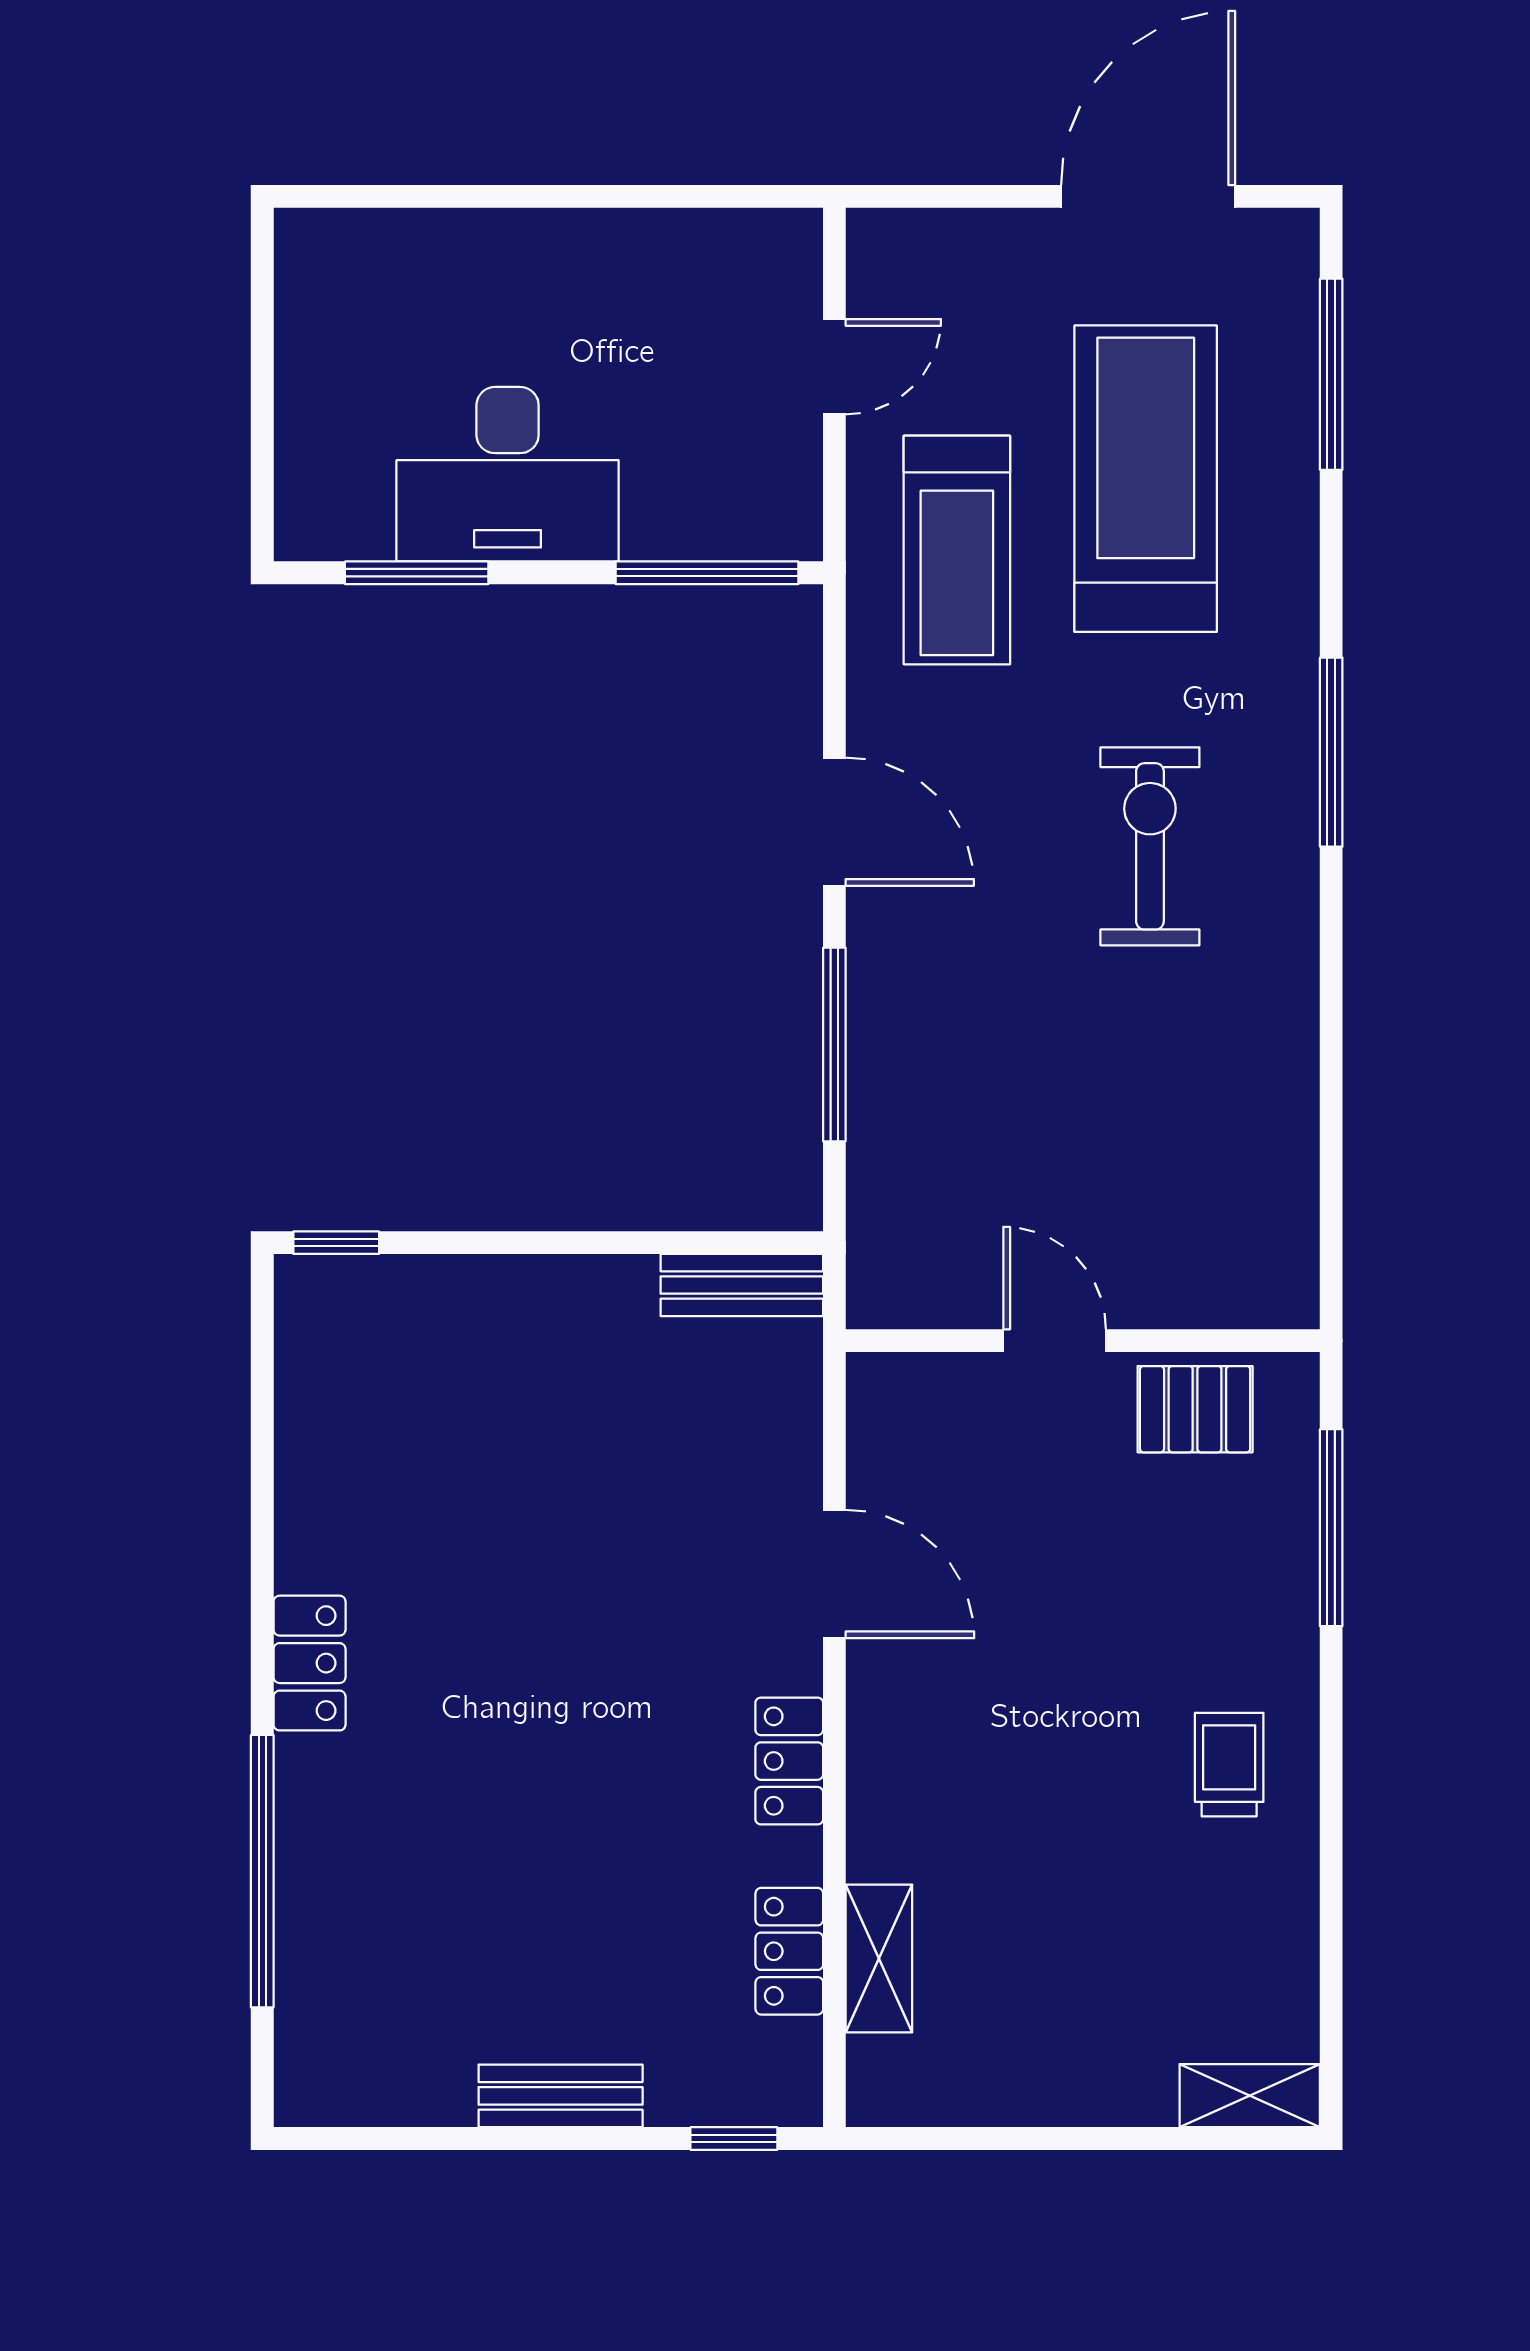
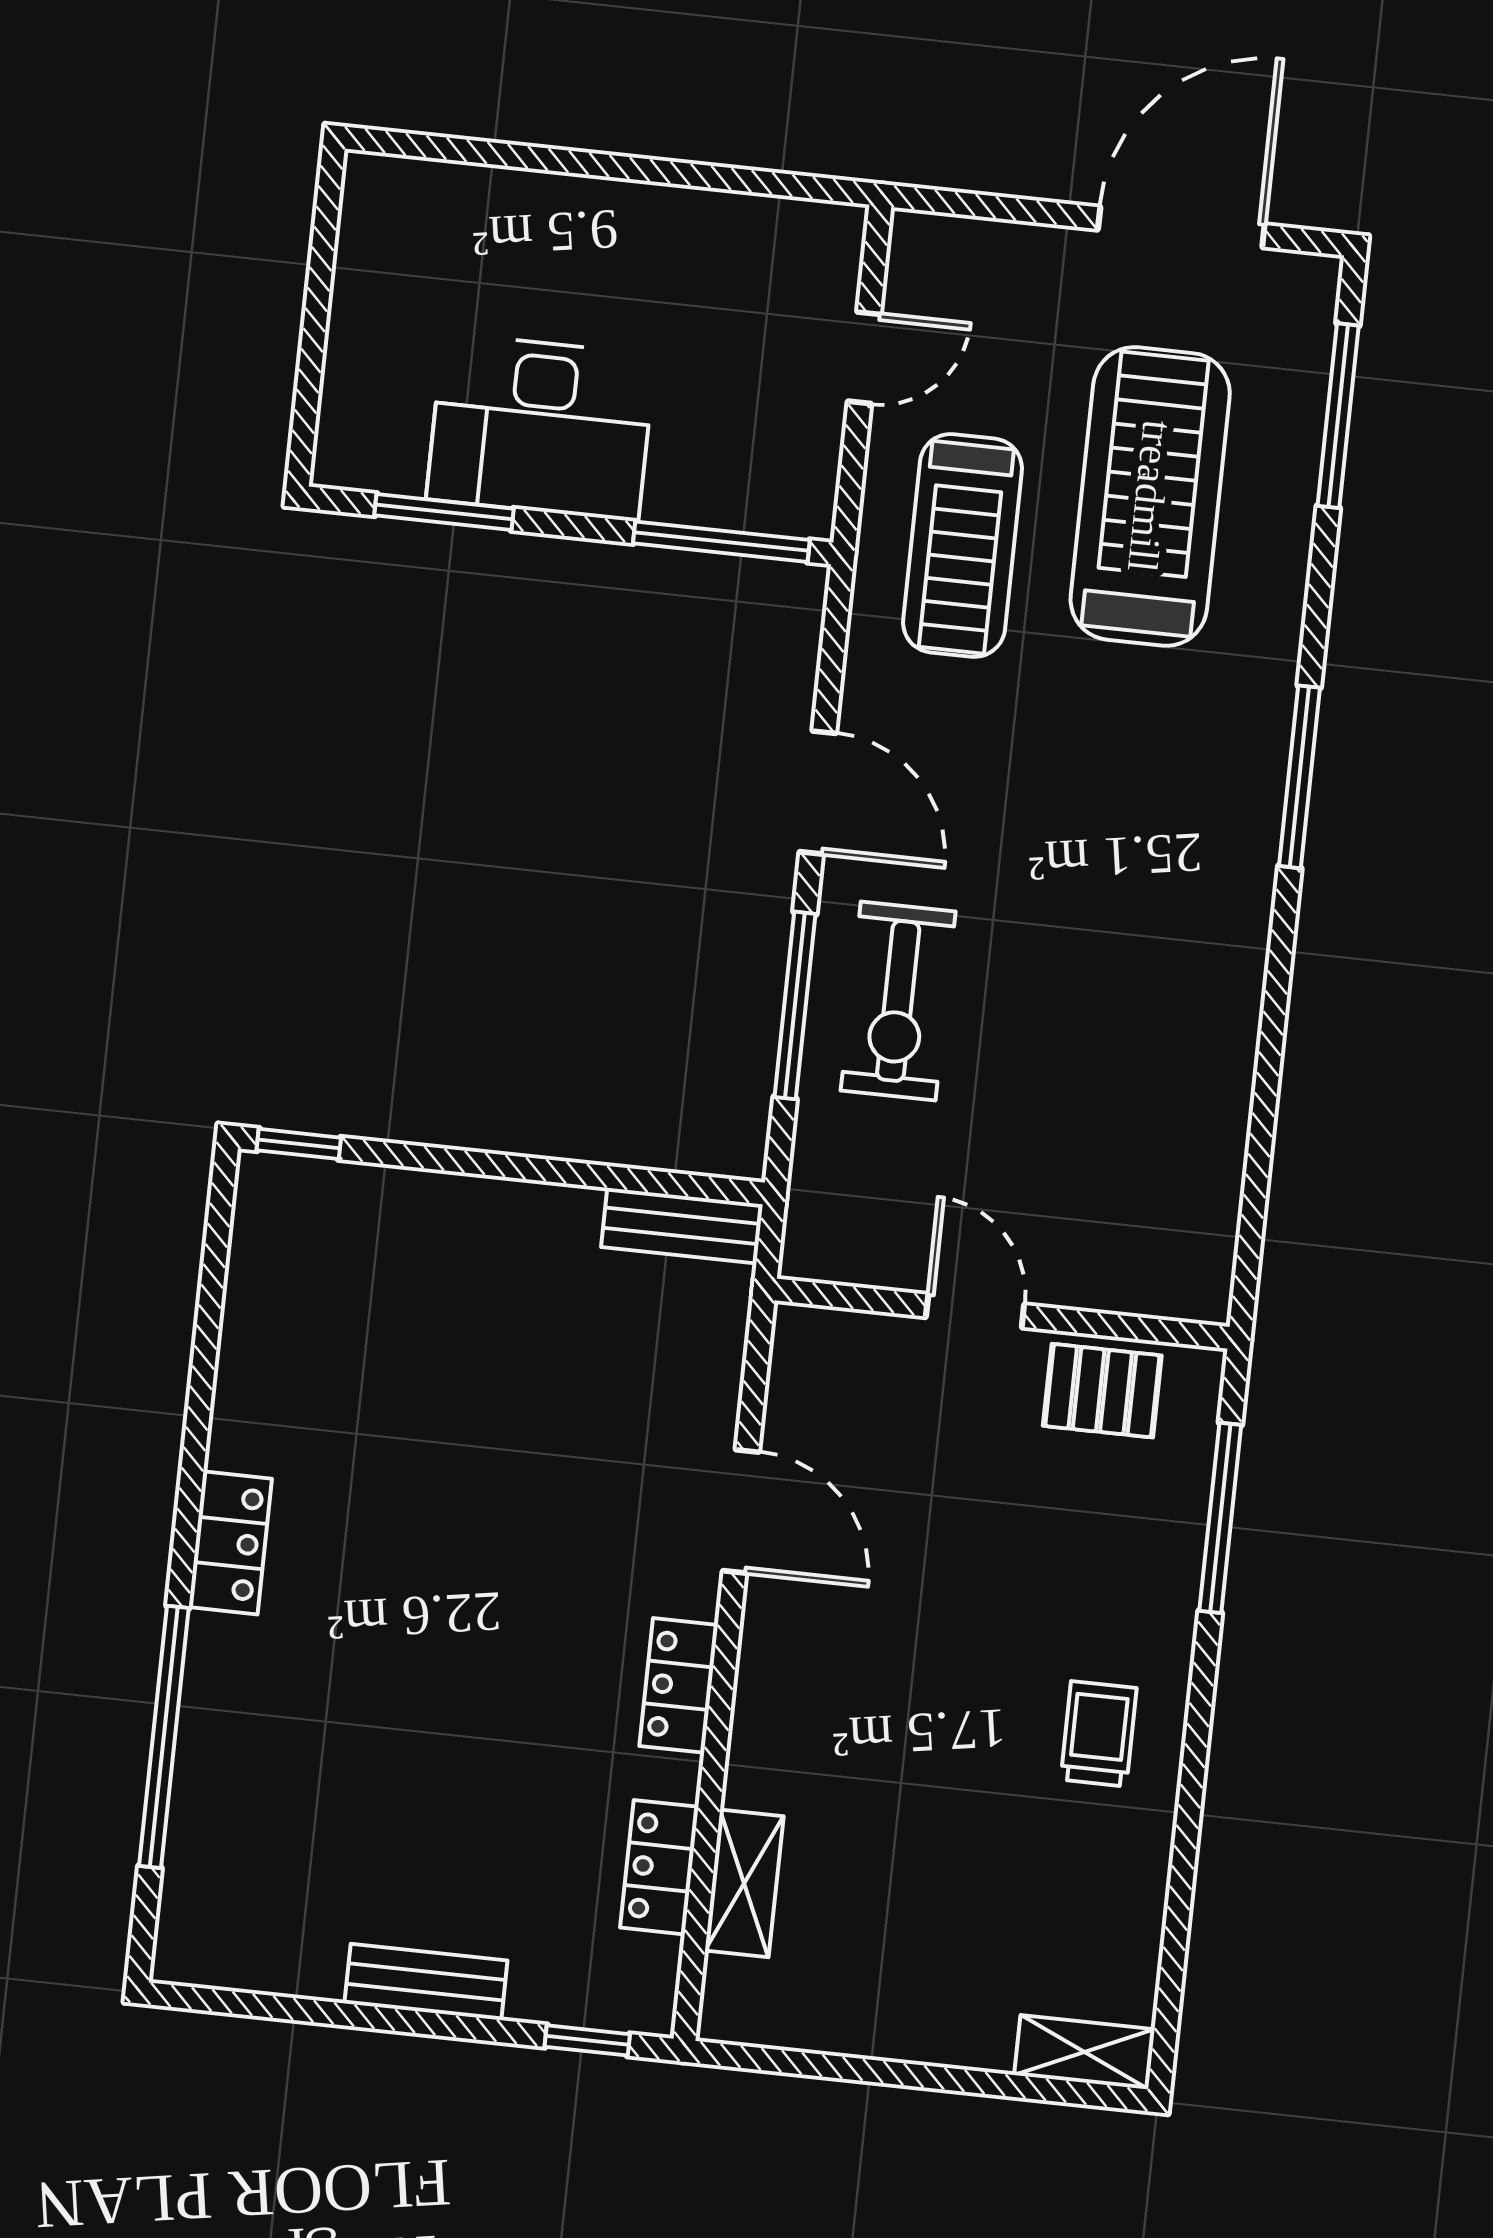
exercise bike: (1150, 846) -> (898, 1001), moved, turned 180

